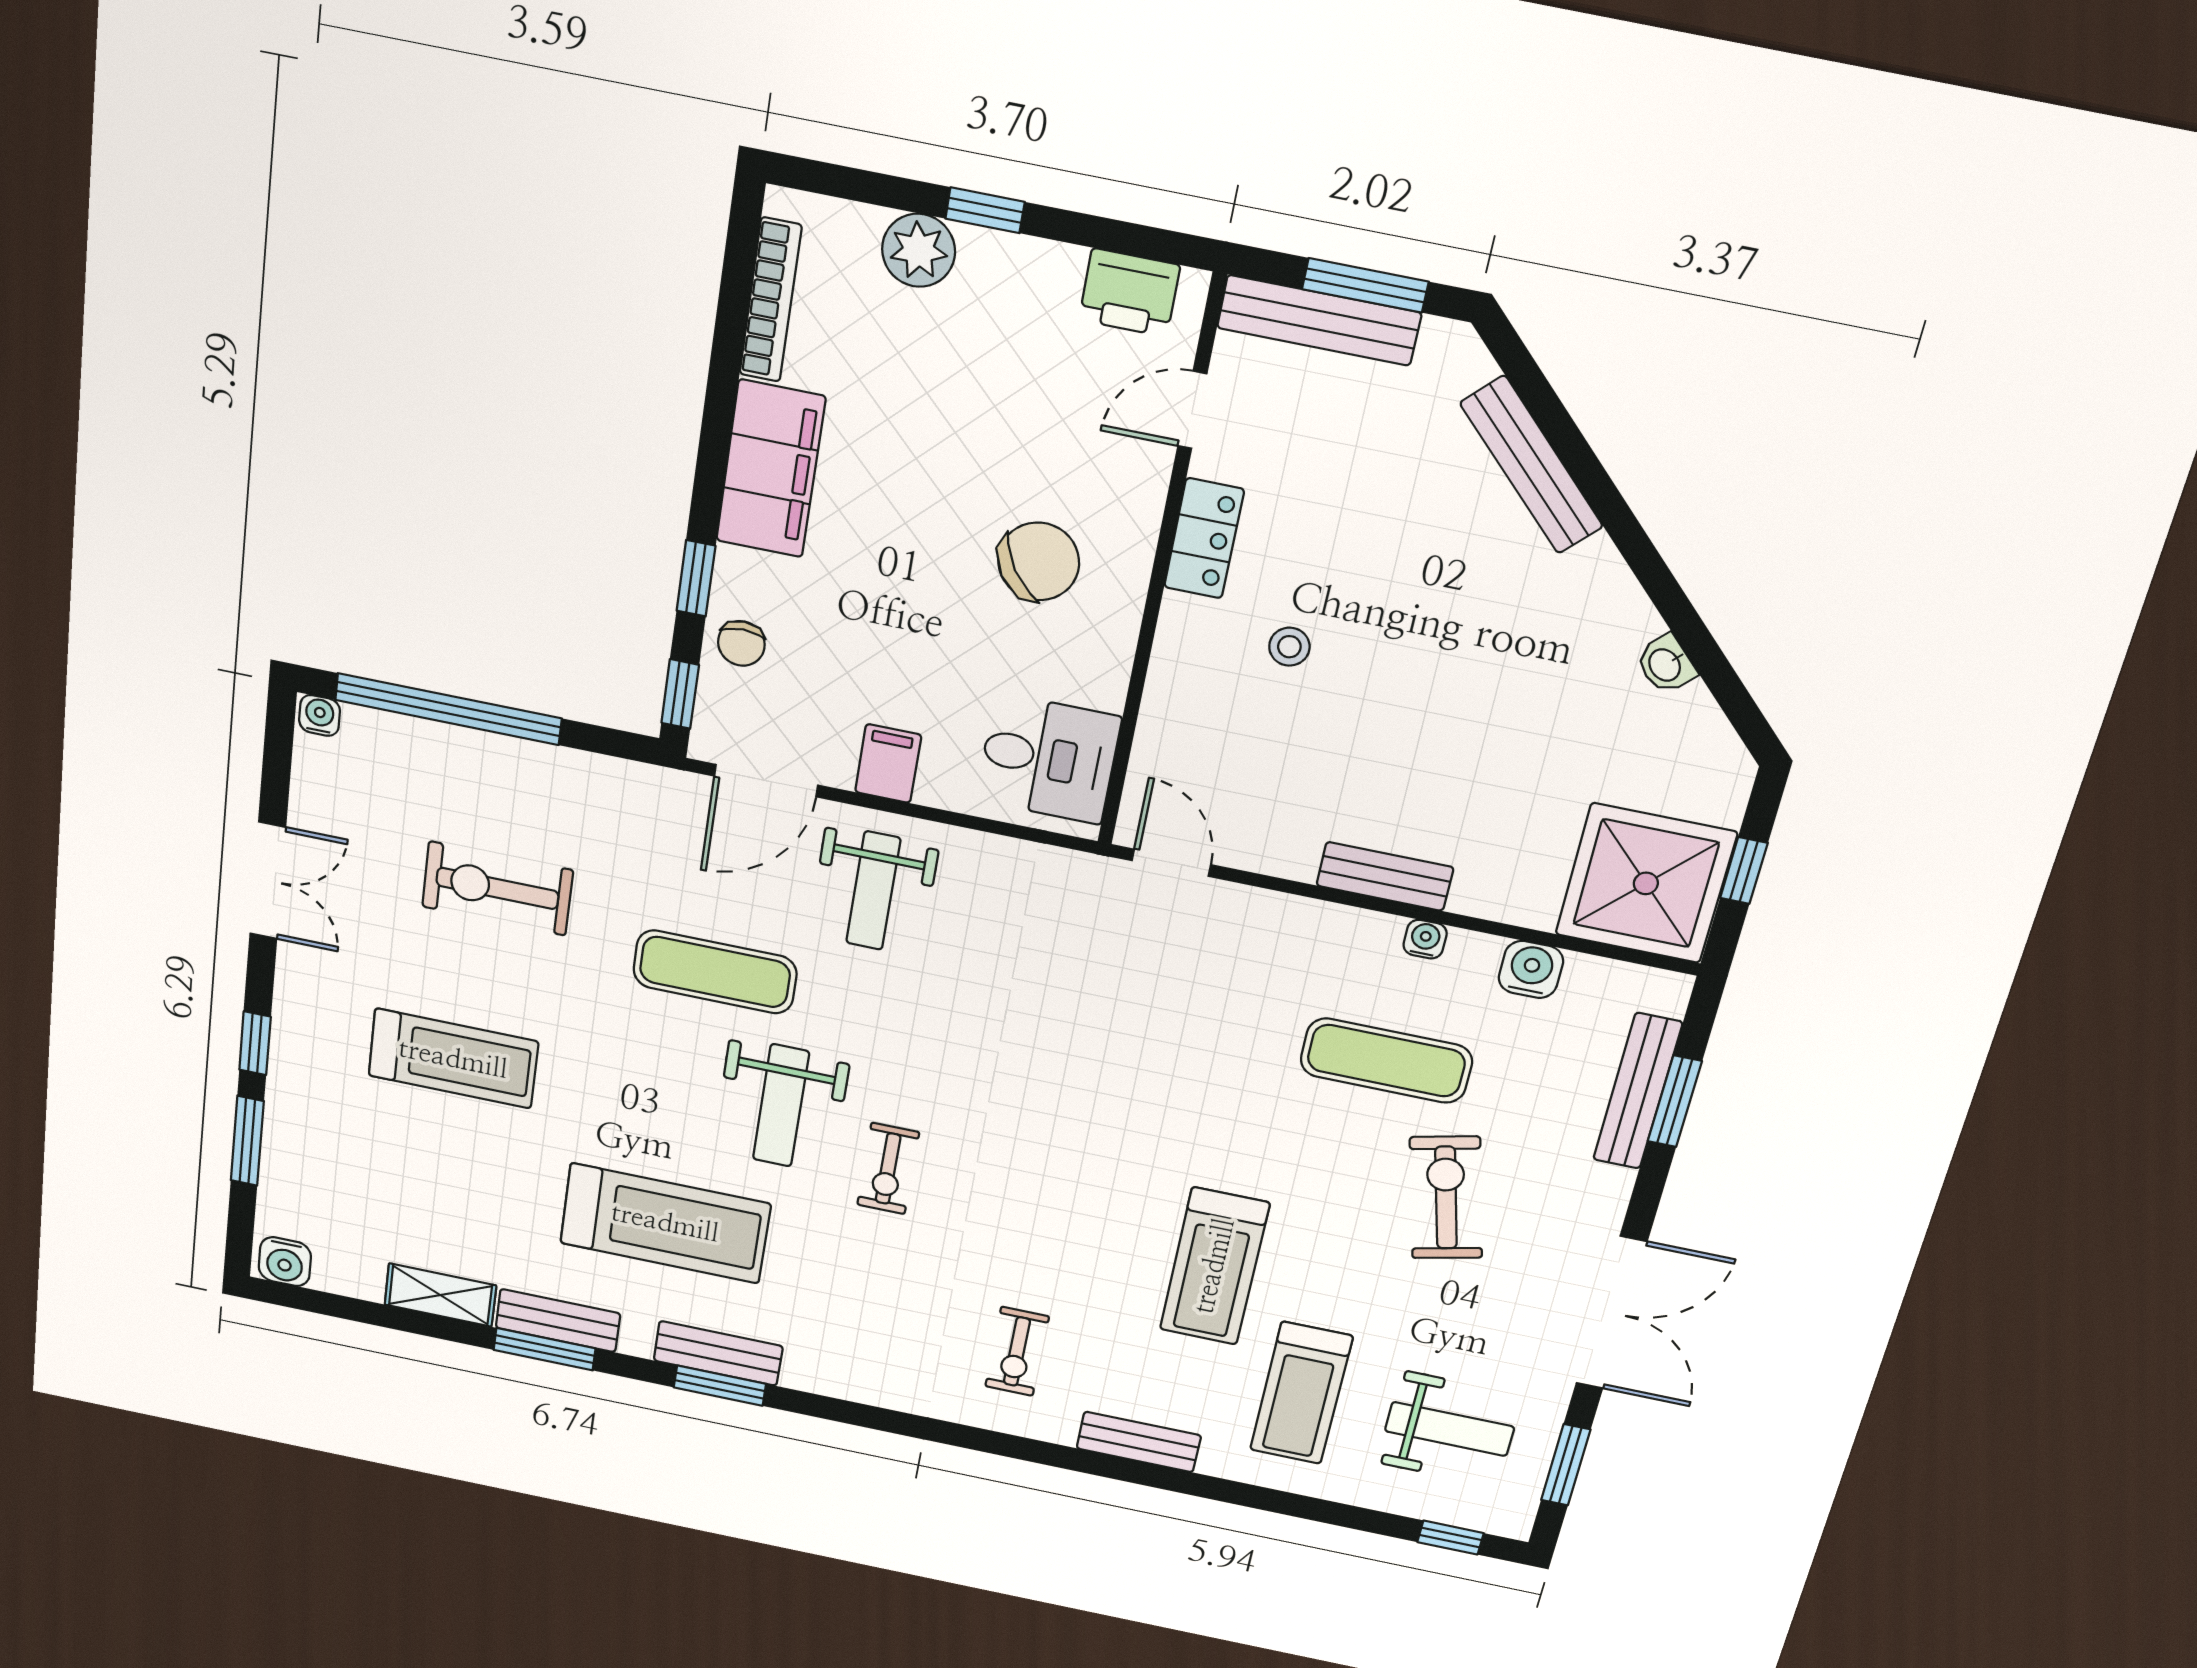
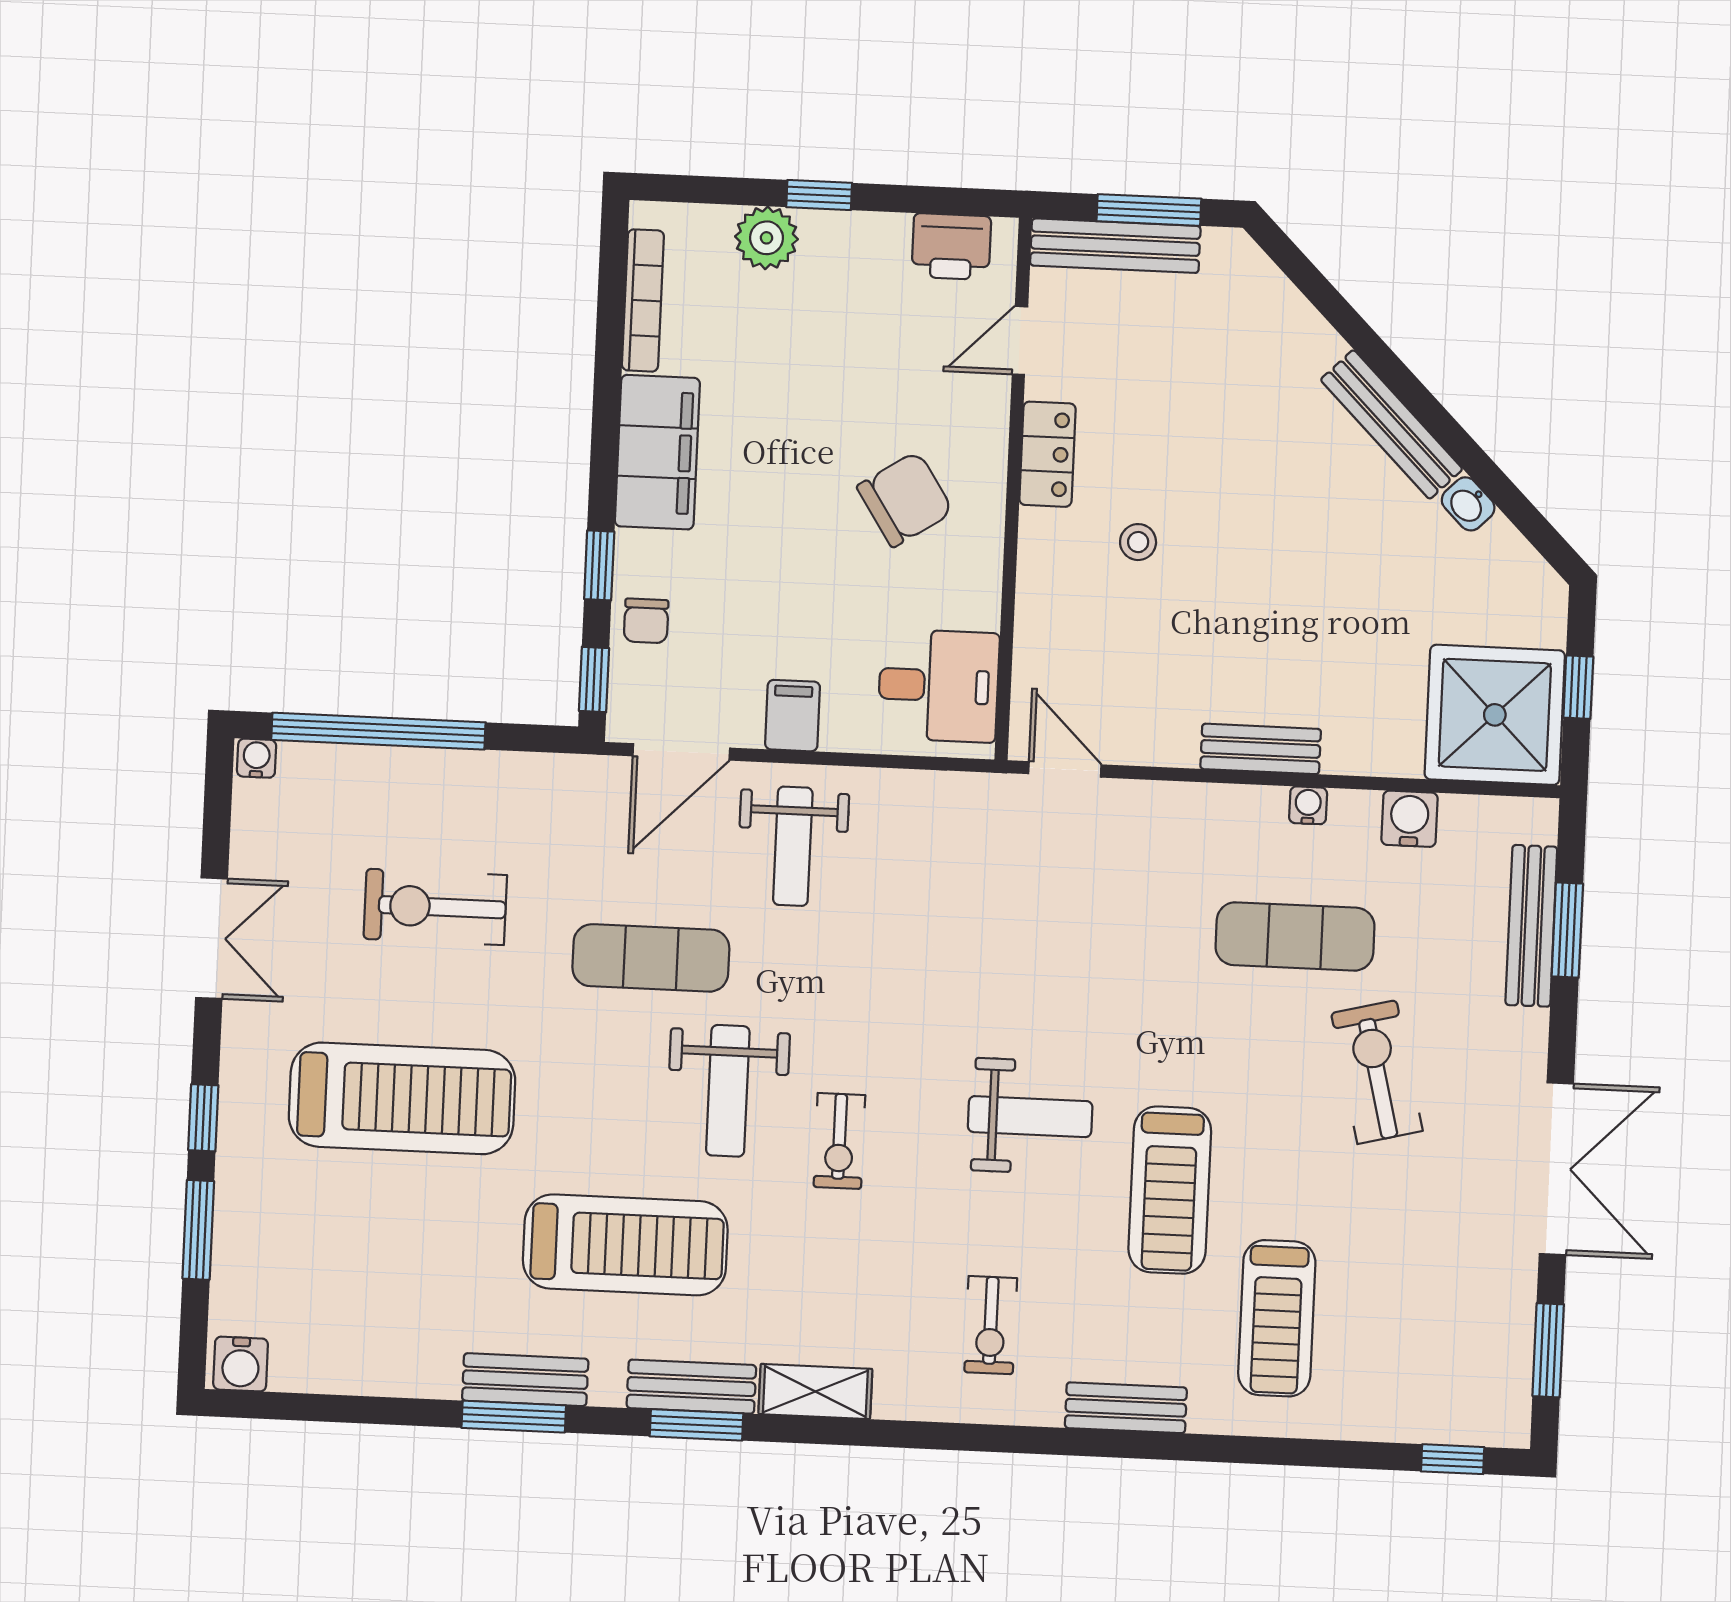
bench: (1532, 465) -> (1392, 424), moved
treadmill: (453, 1059) -> (402, 1098), width x1.37, depth x1.38
shelving: (440, 1295) -> (815, 1391), moved
weight bench: (1449, 1429) -> (1030, 1117), moved

